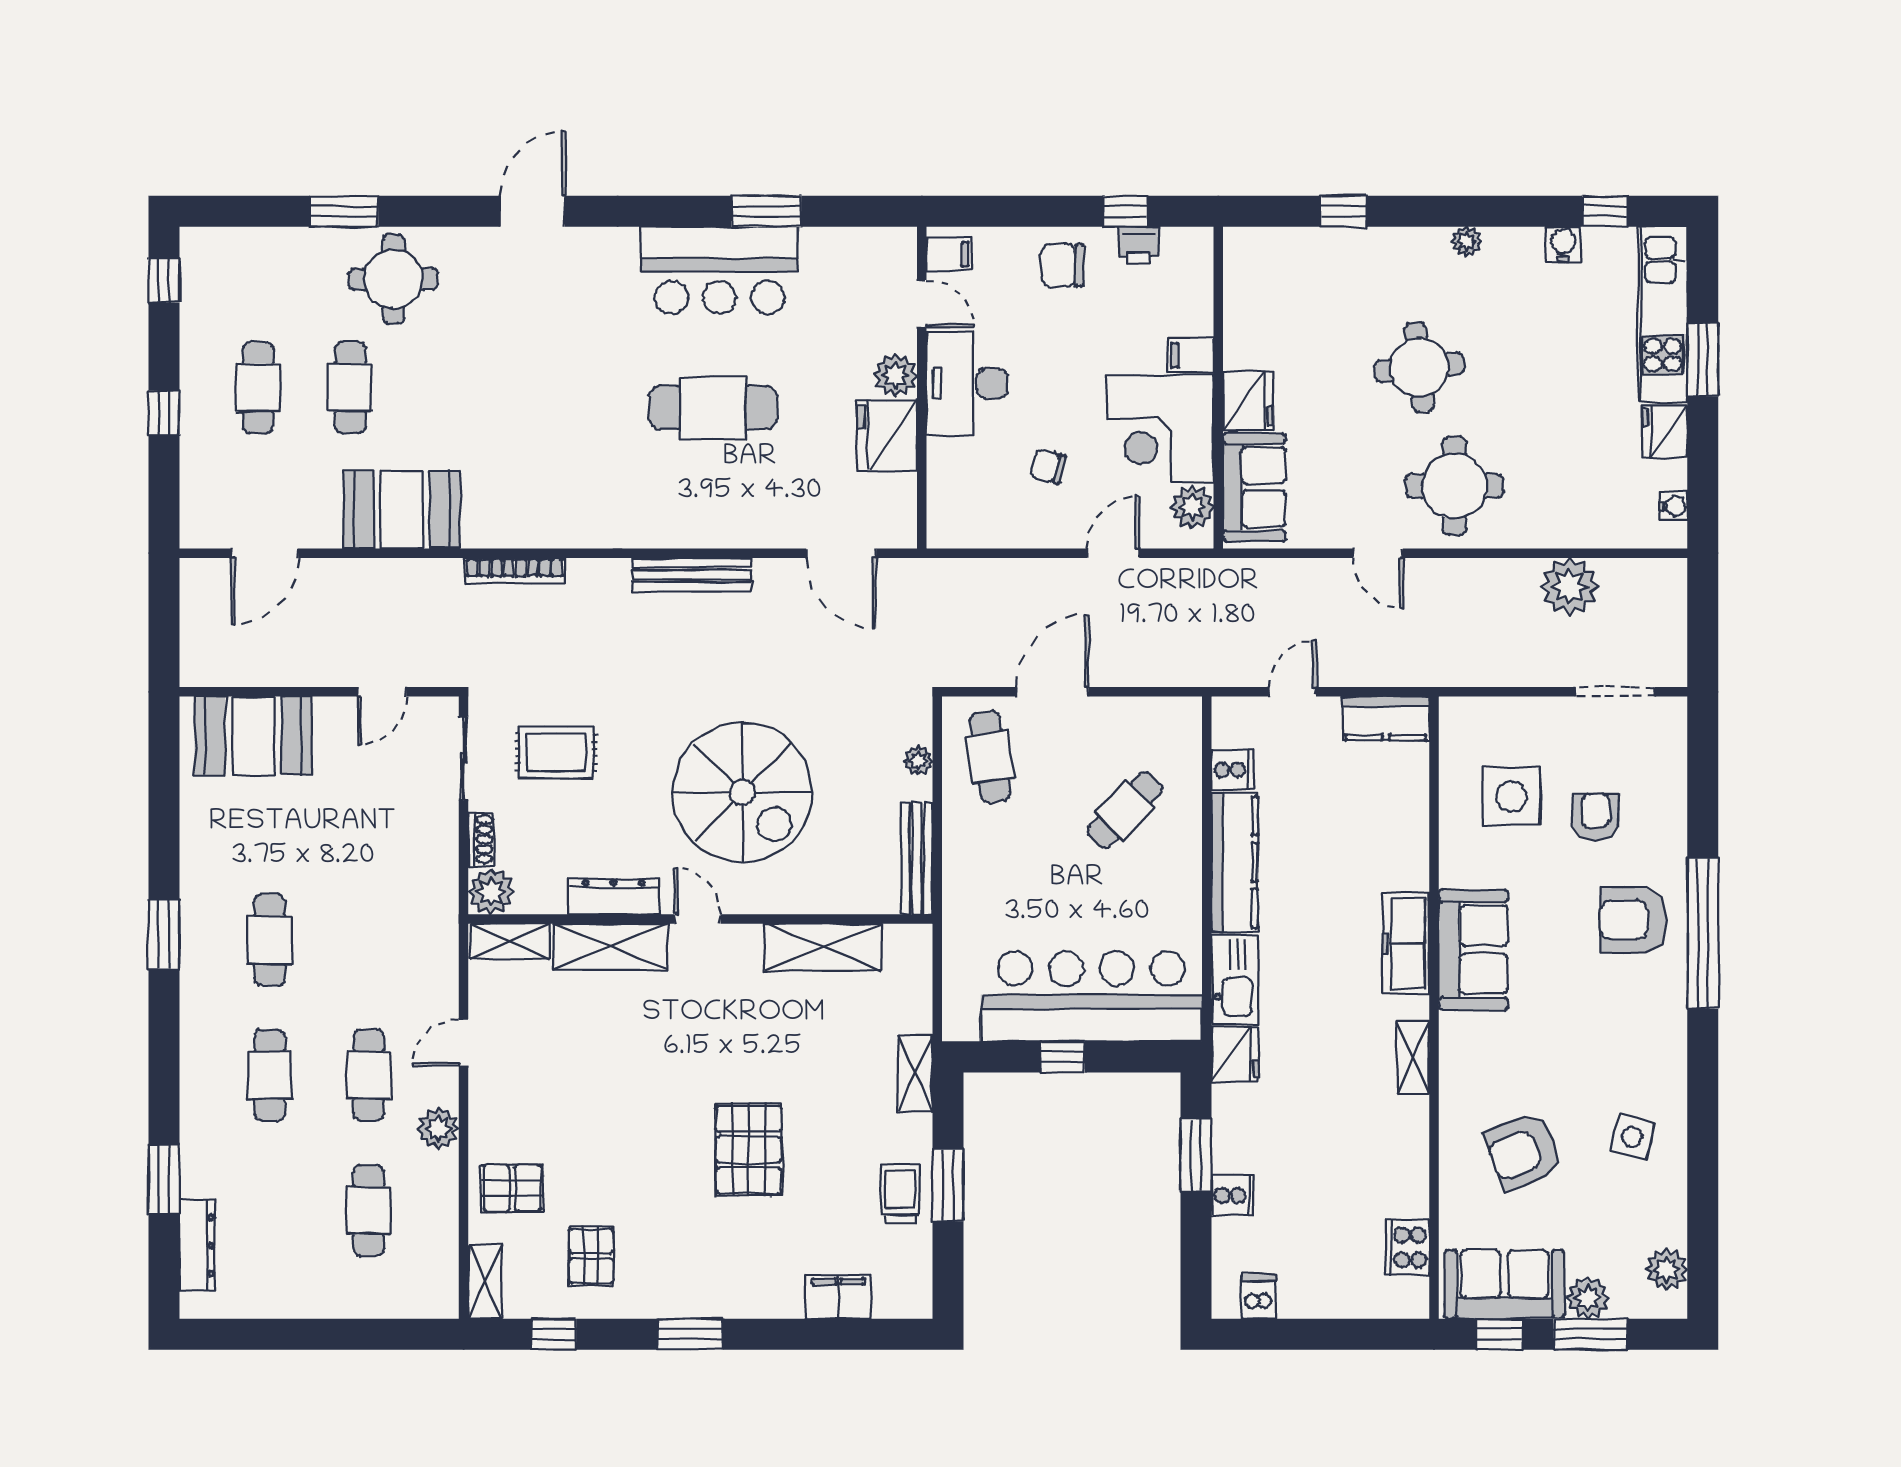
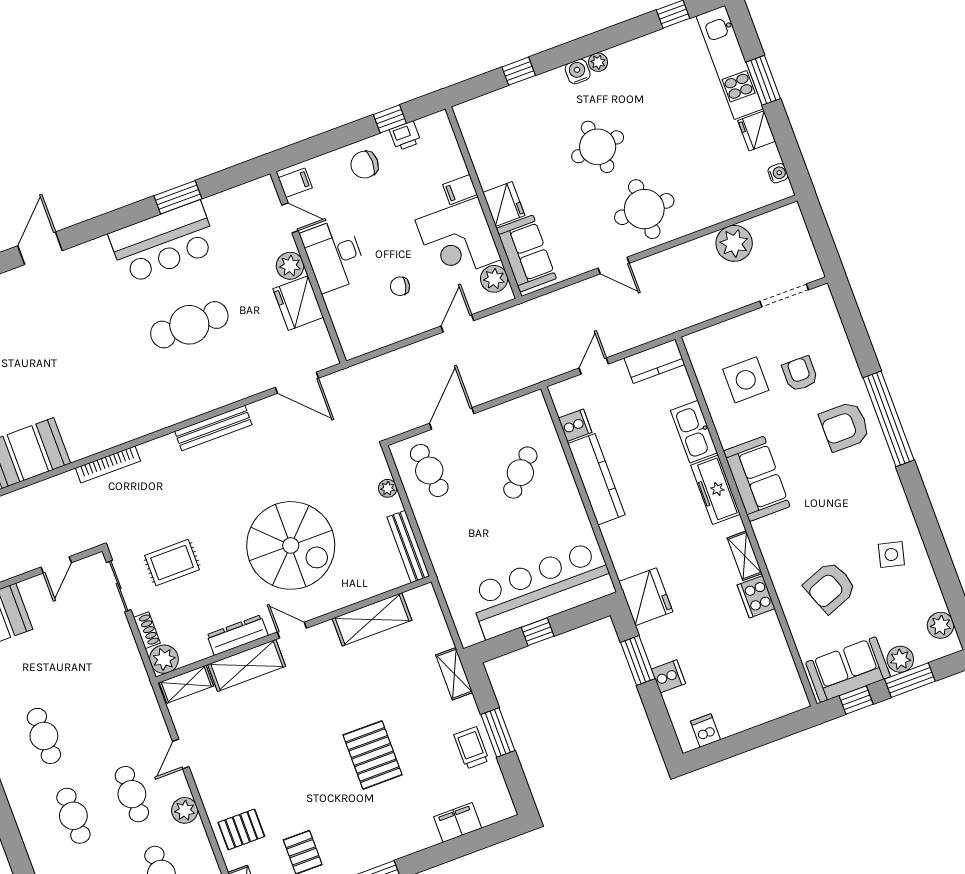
water cooler: (1563, 244) -> (578, 71), moved
kitchen sink: (1235, 979) -> (694, 432), moved, turned 180
fridge: (1235, 1054) -> (646, 597), width x1.36, depth x1.34
cooker: (1408, 1248) -> (756, 597), moved

